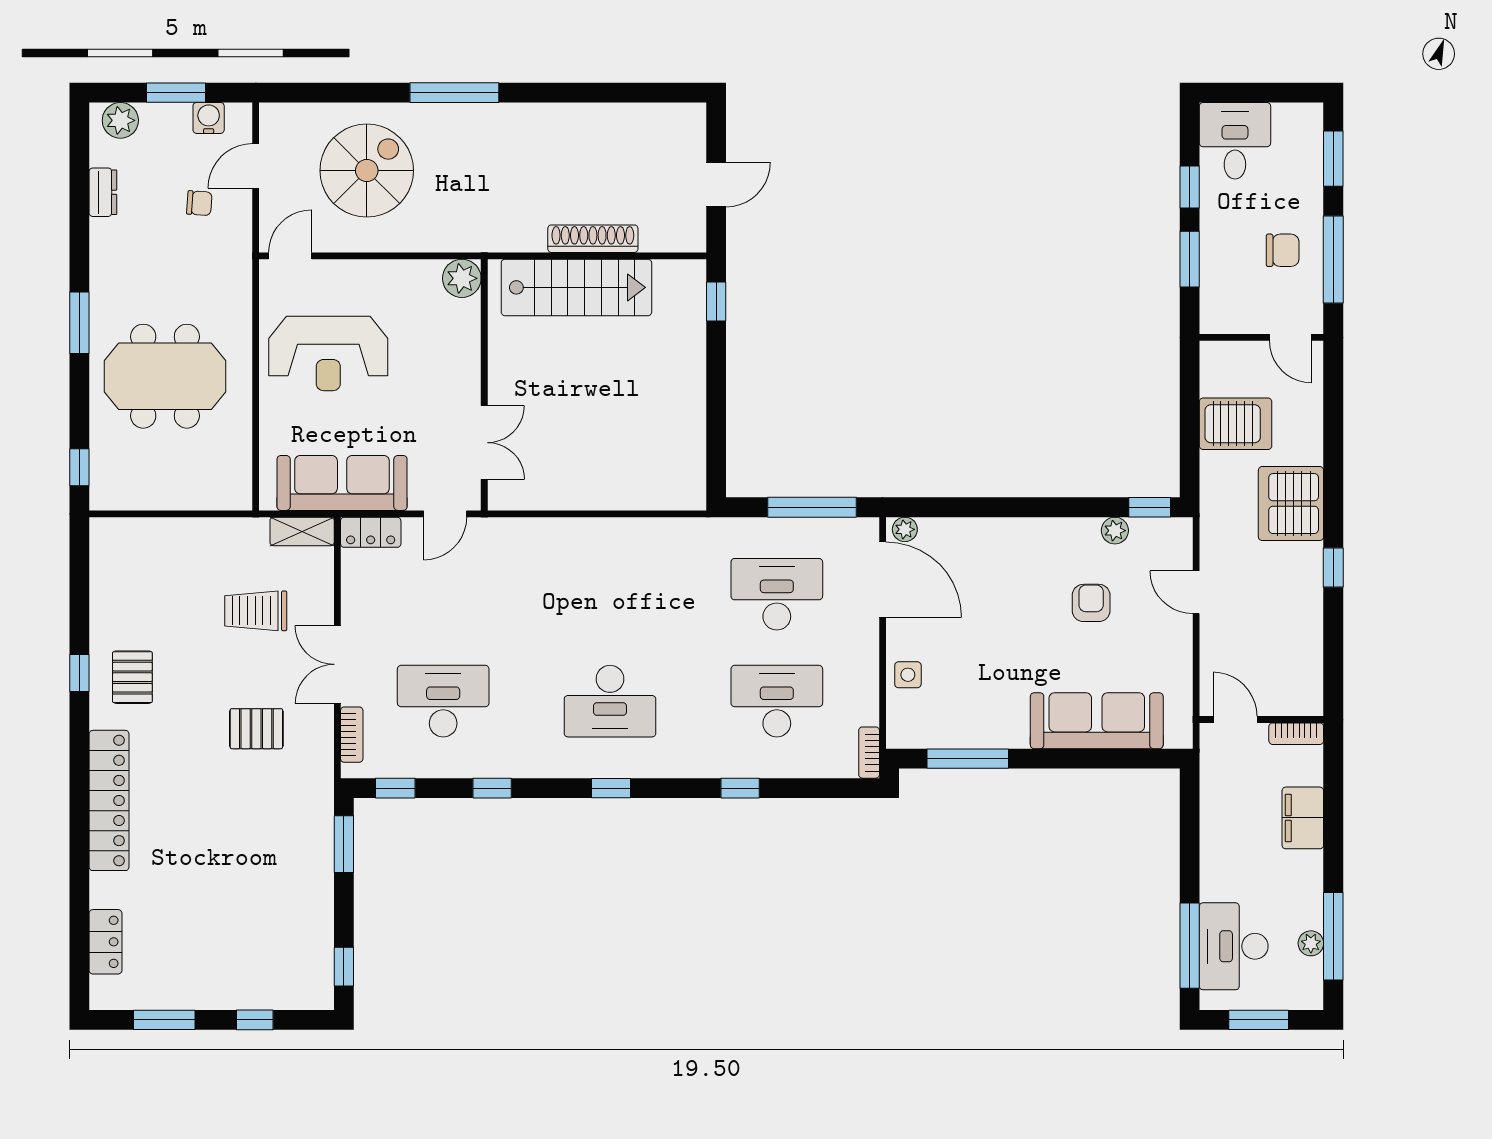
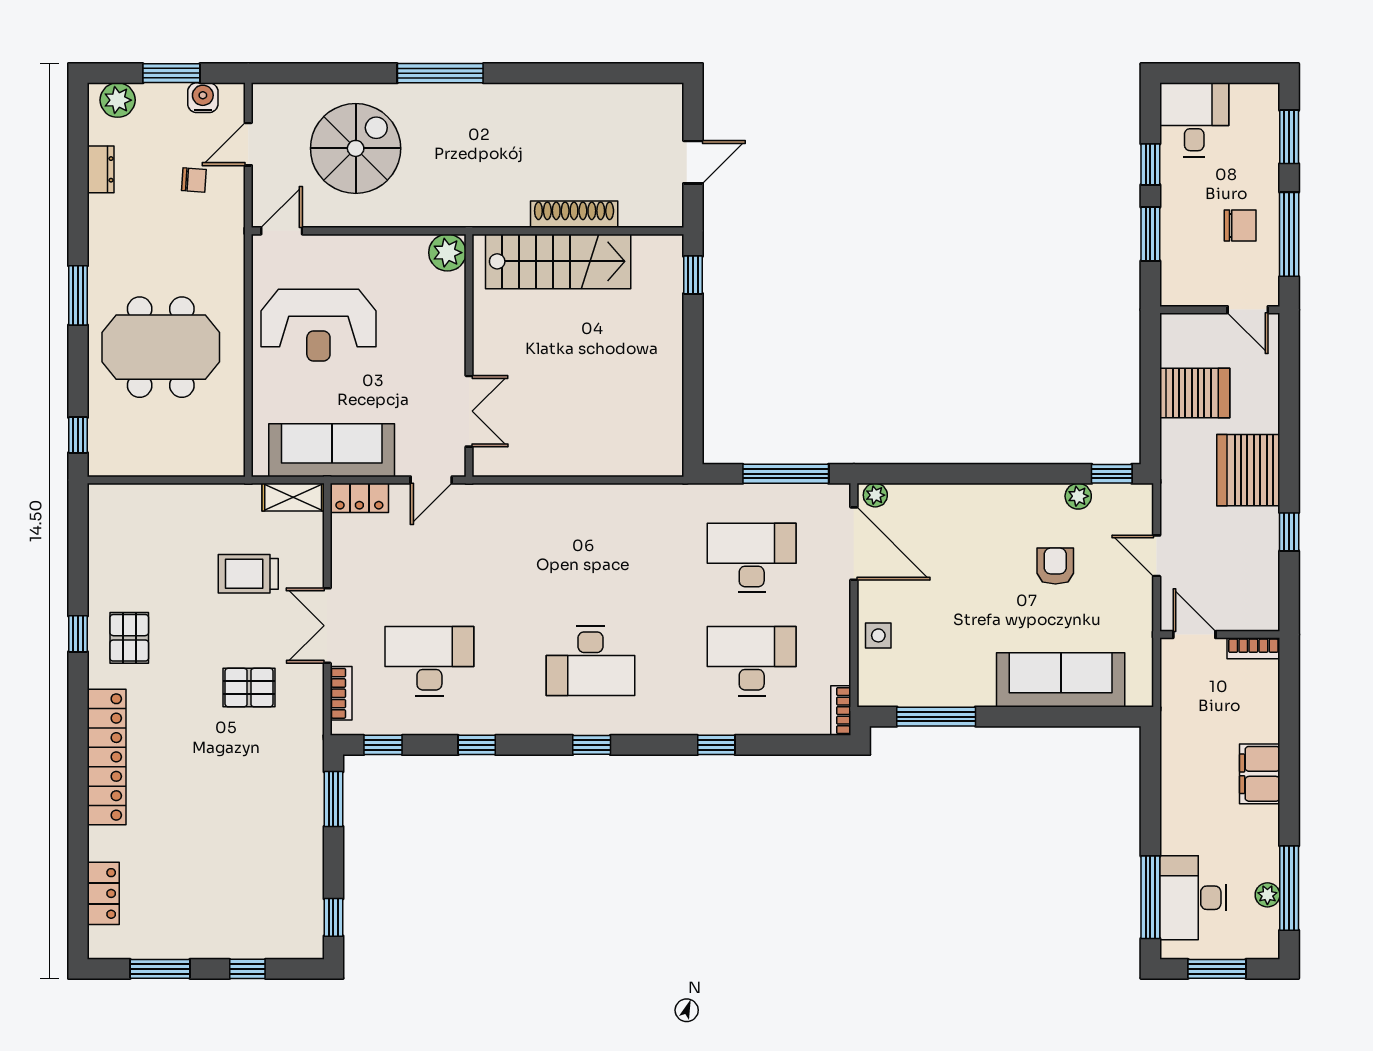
door: (1235, 720) -> (1194, 635), moved
wall: (1261, 720) -> (1220, 635), moved
bookcase: (1296, 734) -> (1253, 648), moved

